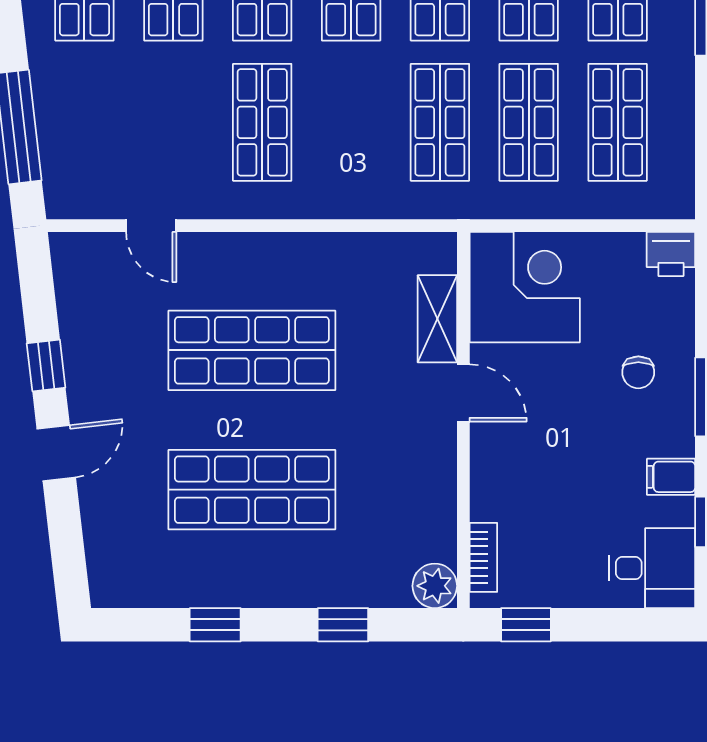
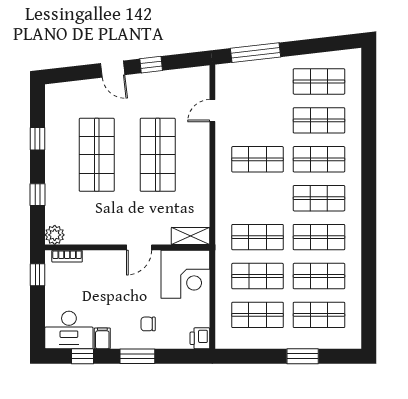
shelving: (437, 319) -> (190, 236), moved
desk: (652, 568) -> (69, 330), width x1.37

